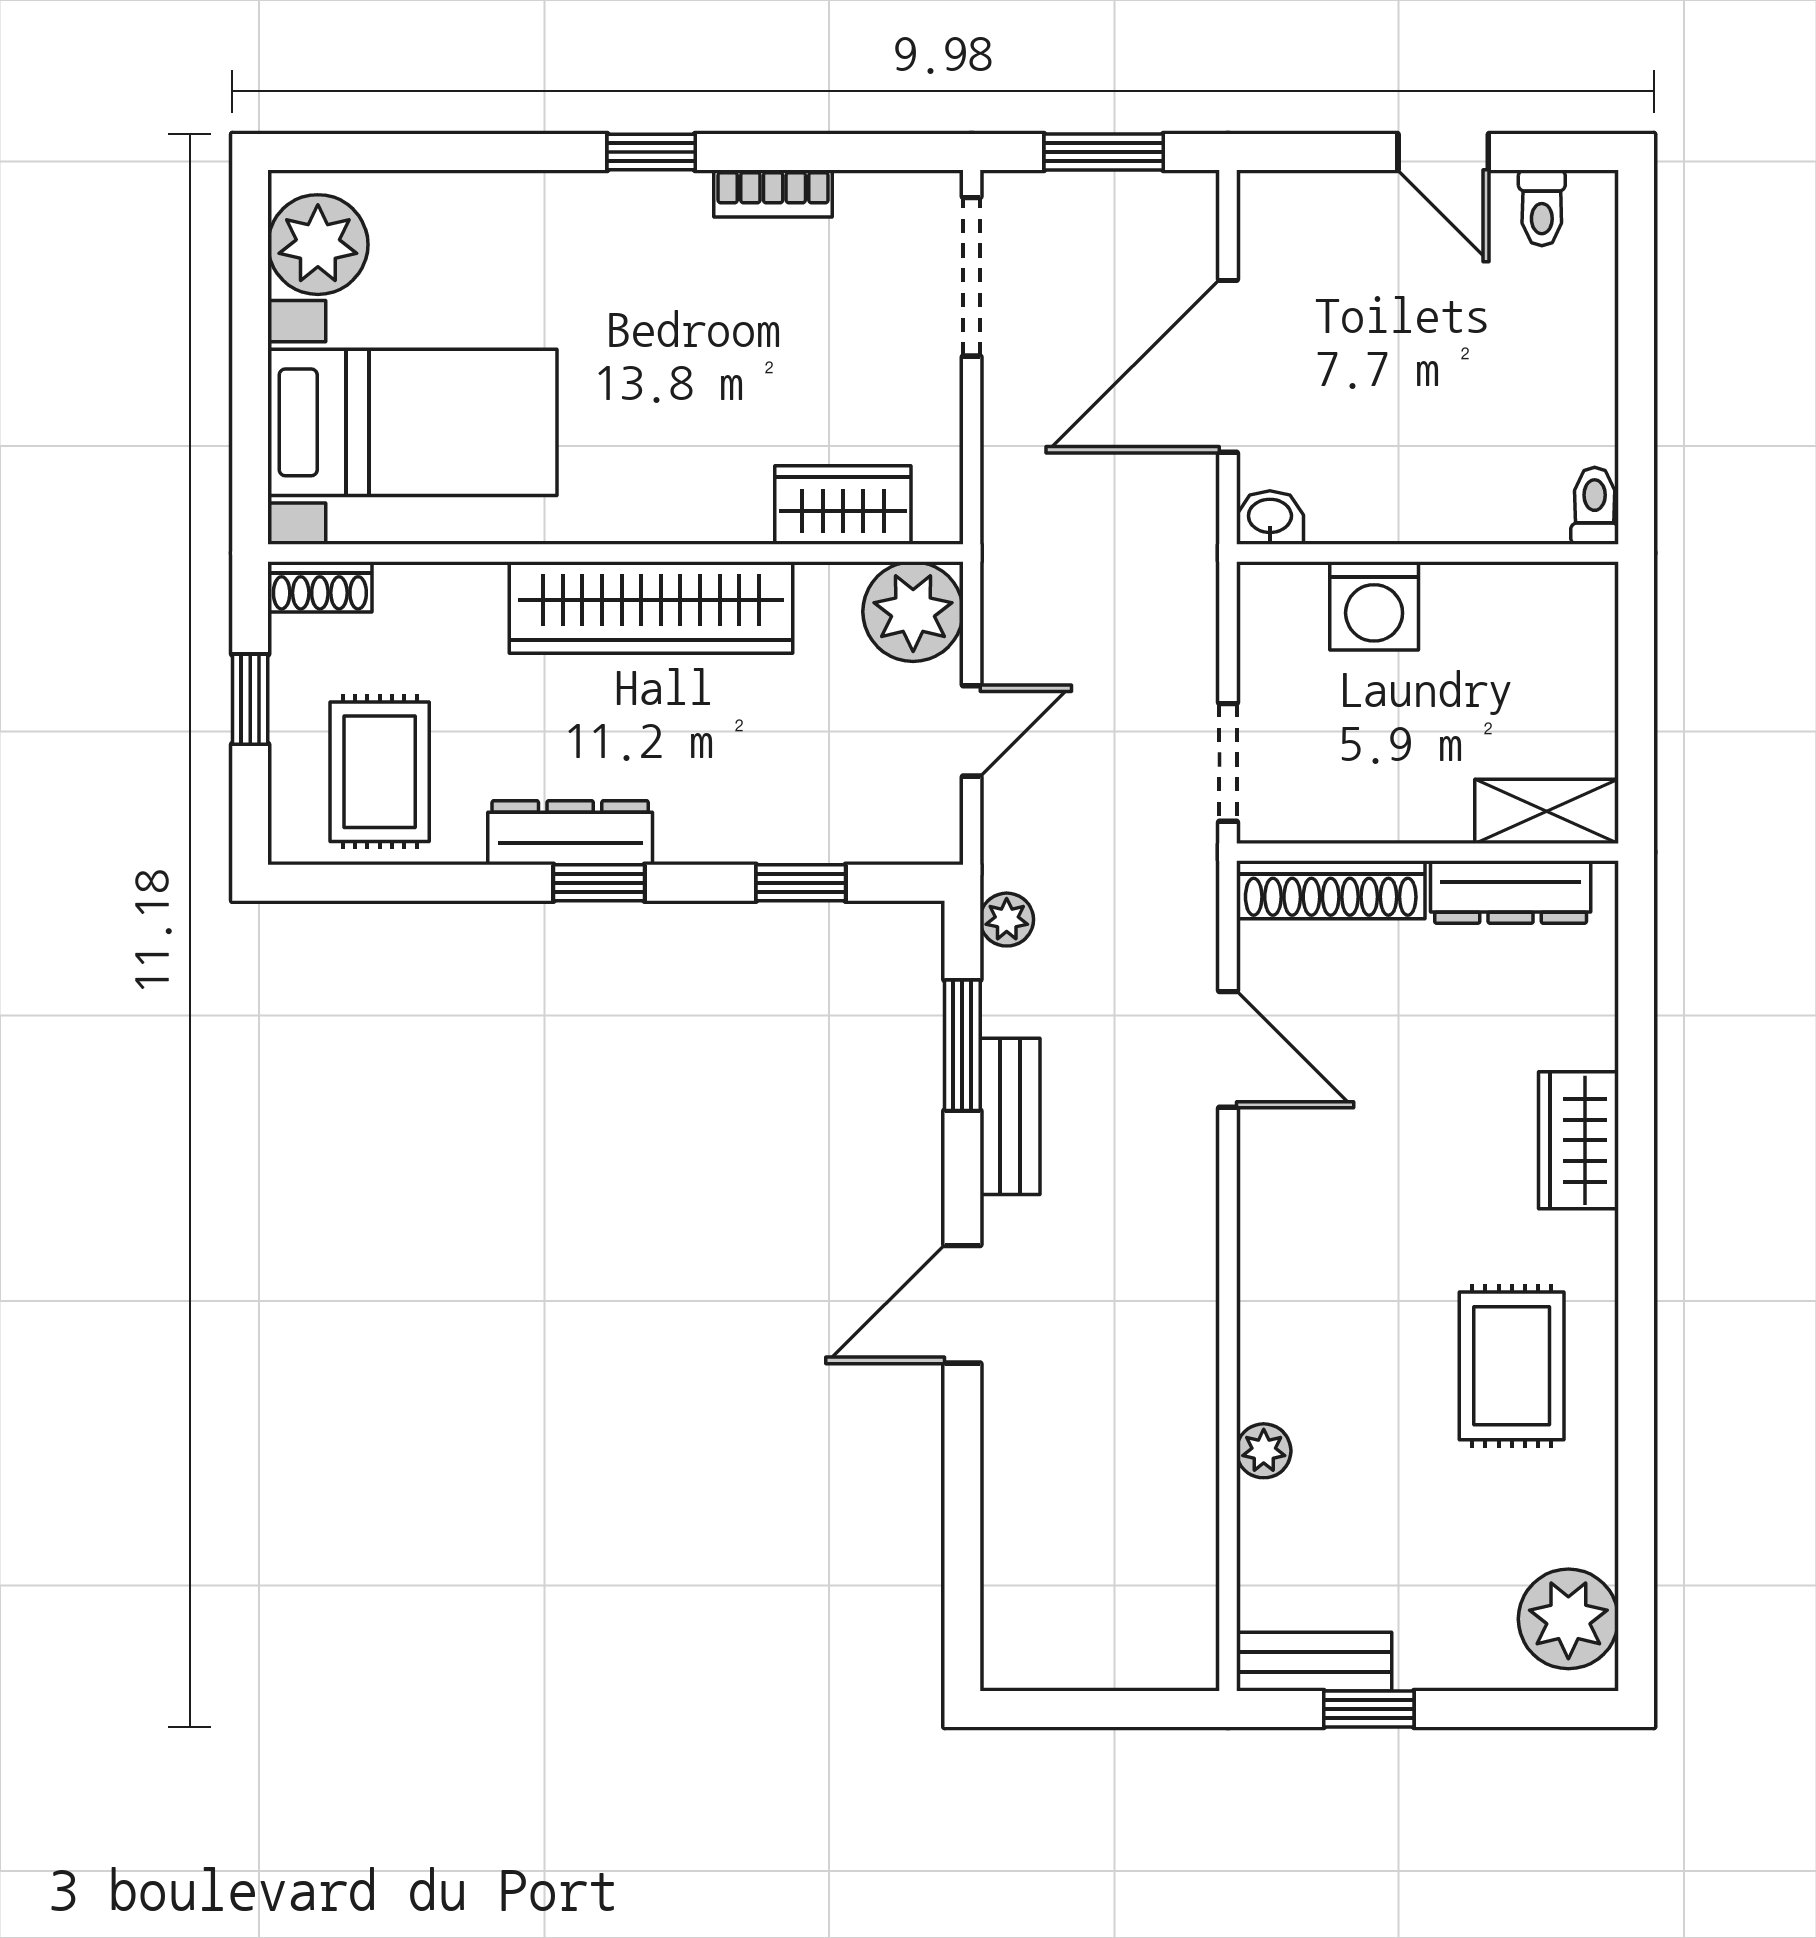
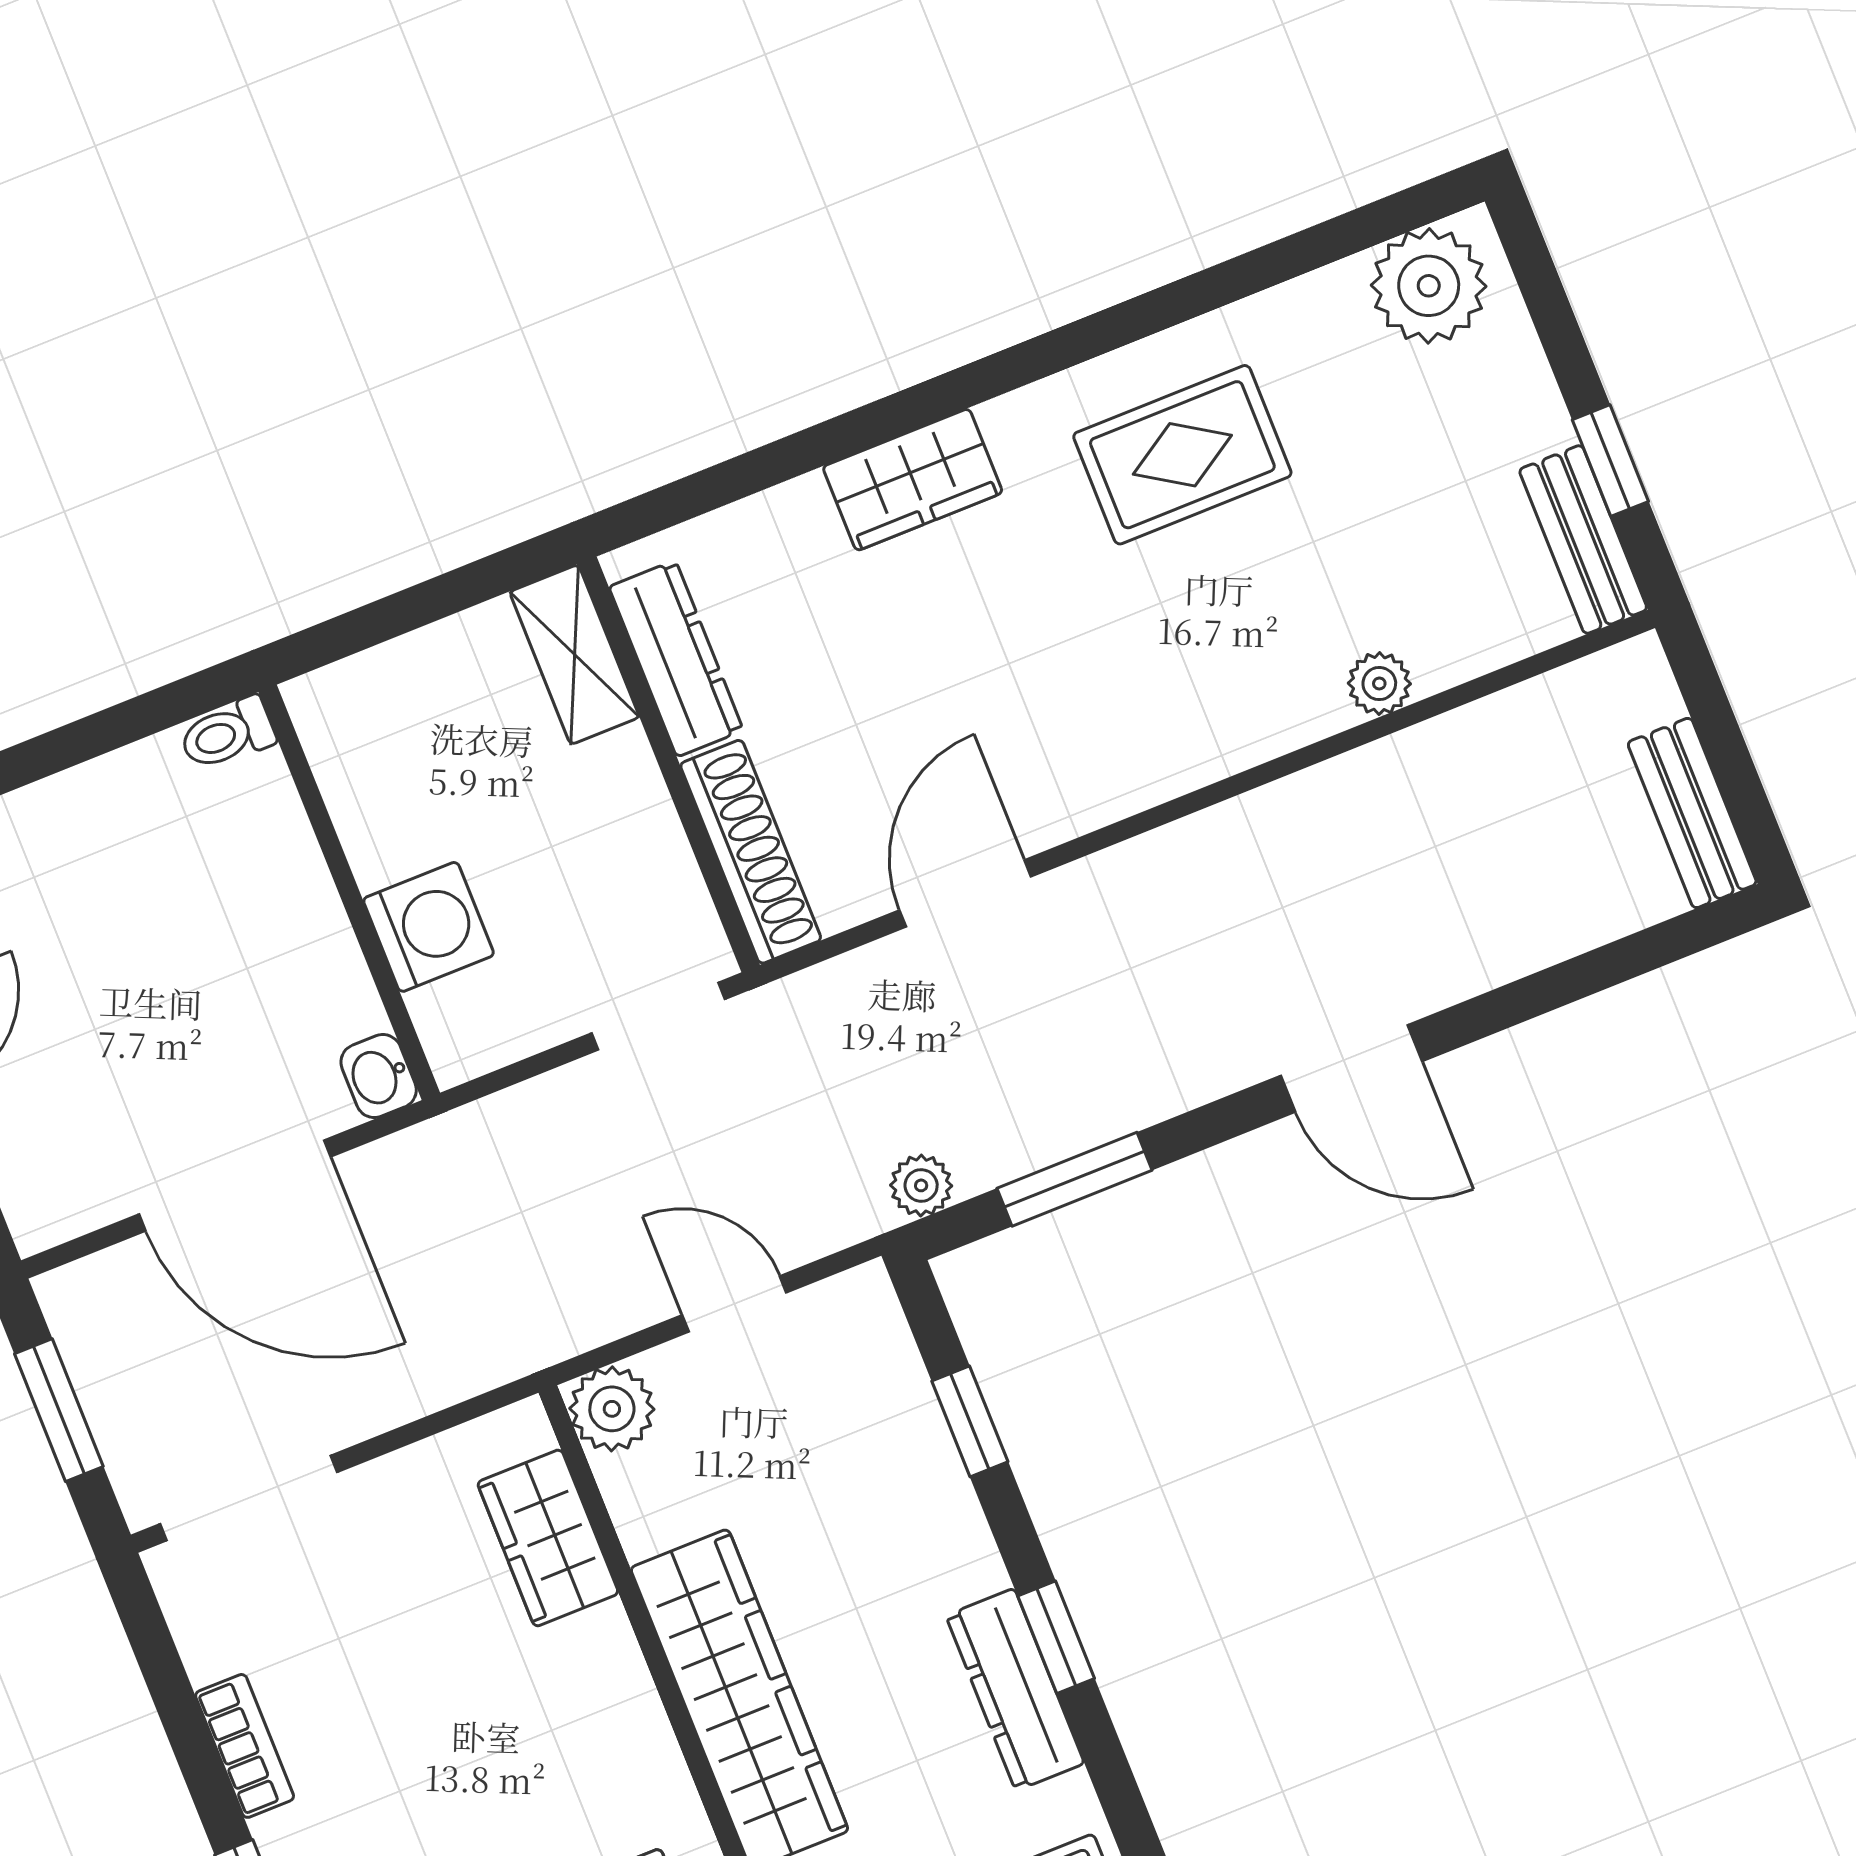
plant: (913, 612) -> (612, 1409), width x0.73, depth x0.73
bench: (1010, 1116) -> (1692, 813), moved, turned 90

